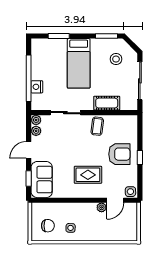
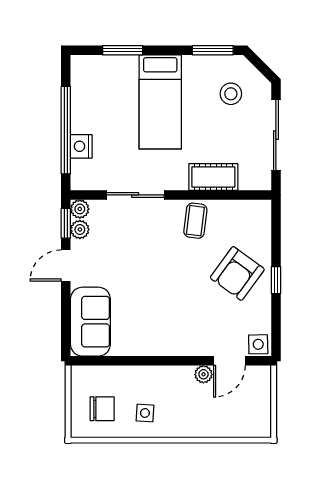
armchair: (119, 154) -> (237, 273), turned 126
rug: (88, 175) -> (178, 313), removed
window: (29, 179) -> (66, 223), moved

